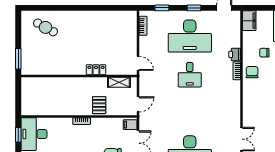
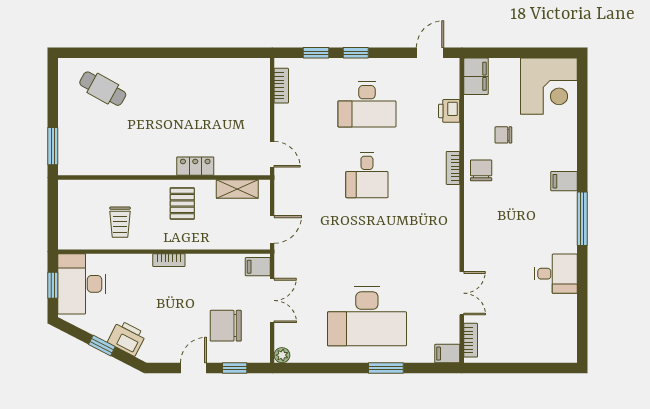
window: (194, 8) -> (356, 53), moved
desk: (190, 36) -> (367, 104), width x0.73, depth x0.77
printer: (235, 54) -> (449, 111), moved
trolley: (55, 100) -> (120, 222), added
pallet: (99, 105) -> (182, 203), moved

